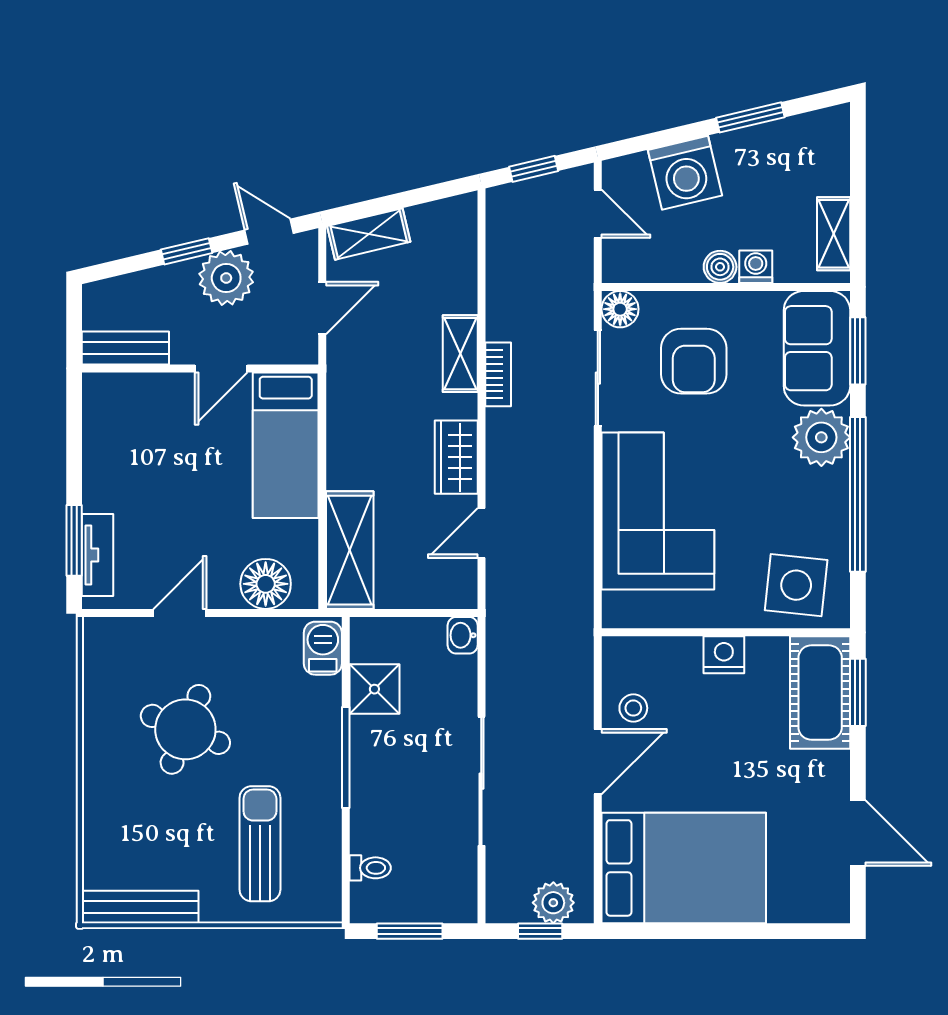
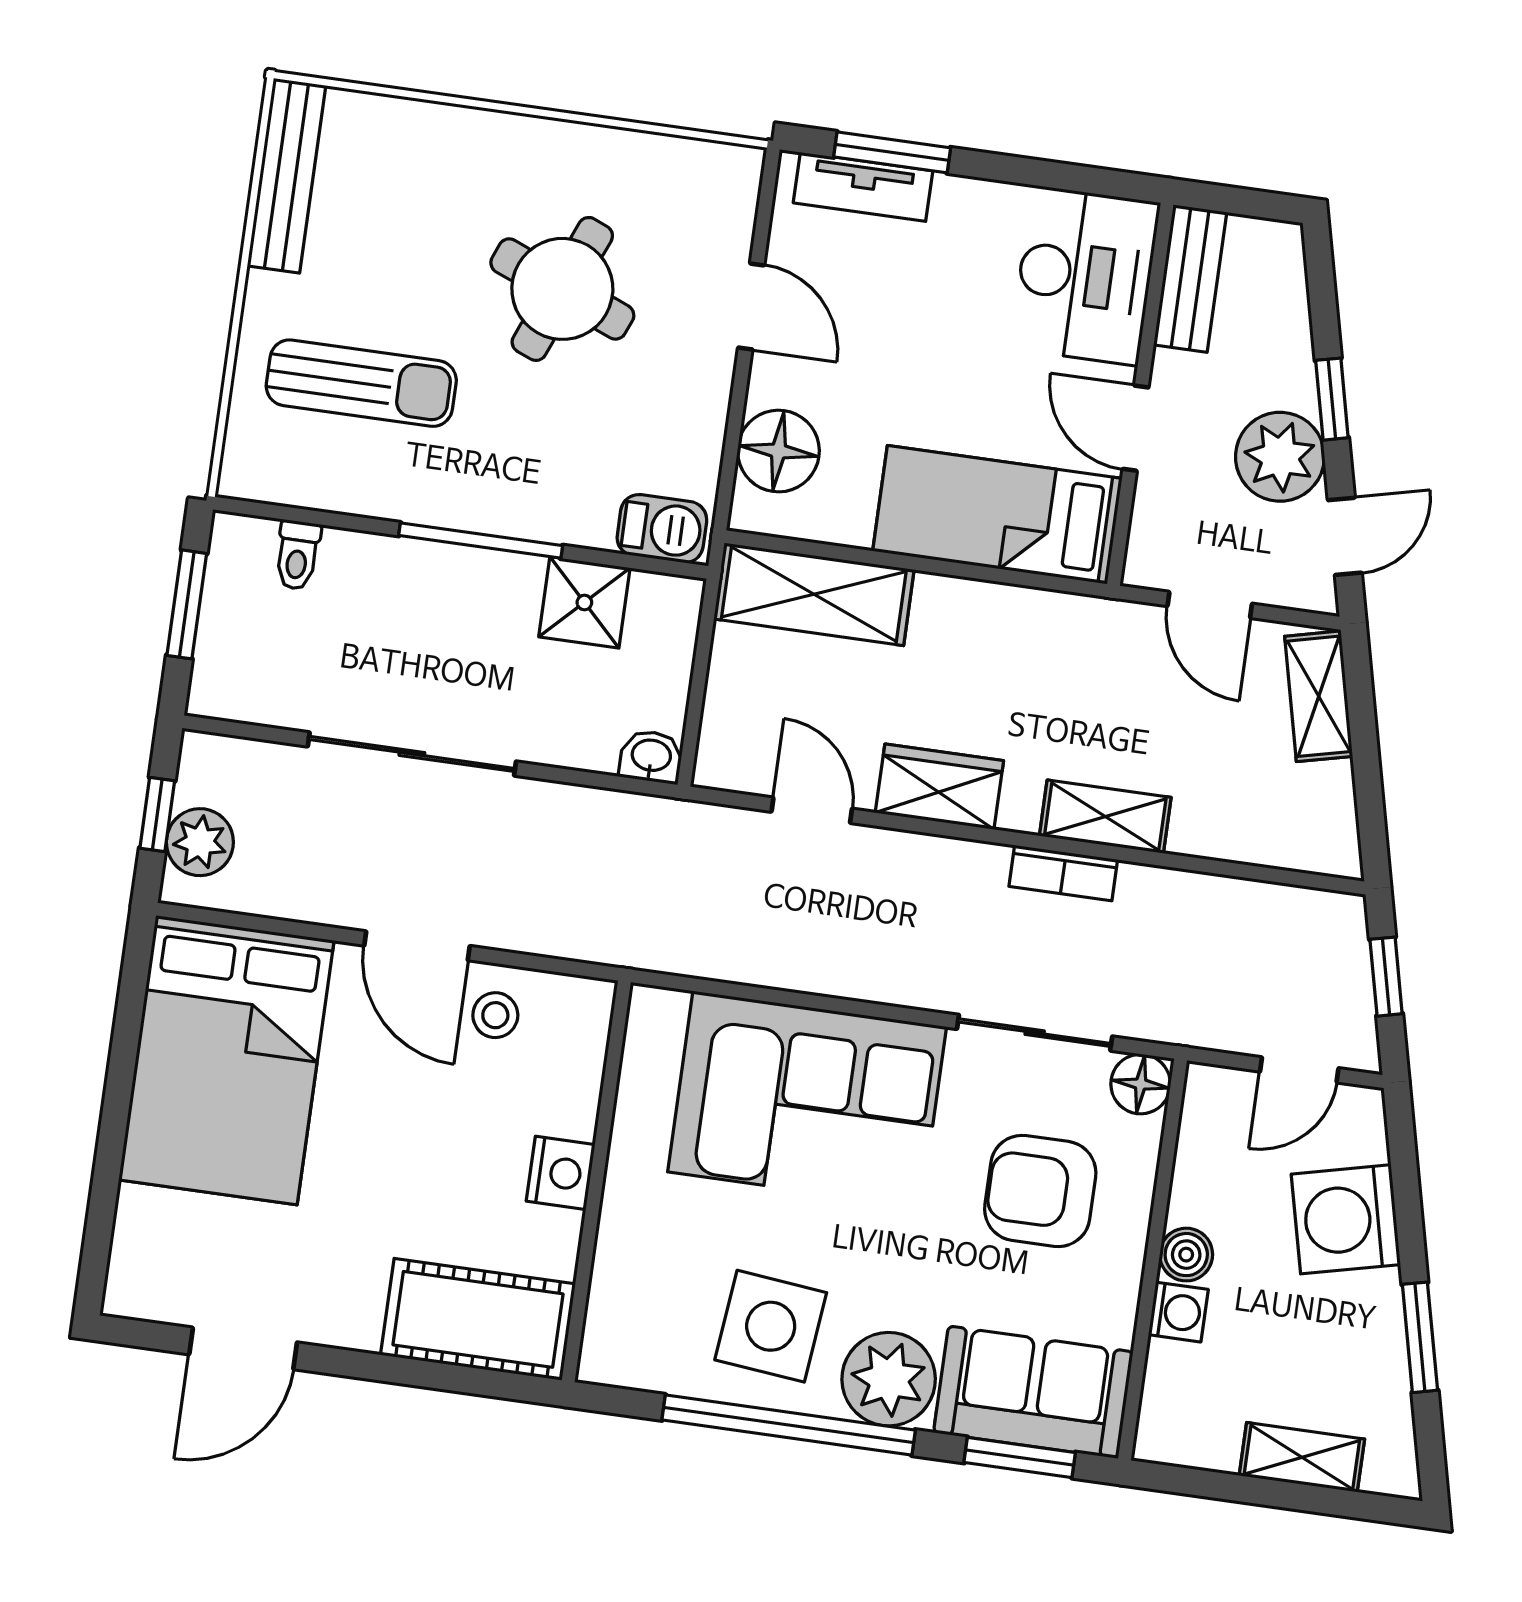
shelving: (834, 234) -> (1302, 1457), moved
desk: (133, 412) -> (1085, 276), added
side table: (796, 585) -> (771, 1326), moved
window: (858, 692) -> (470, 1380), removed

